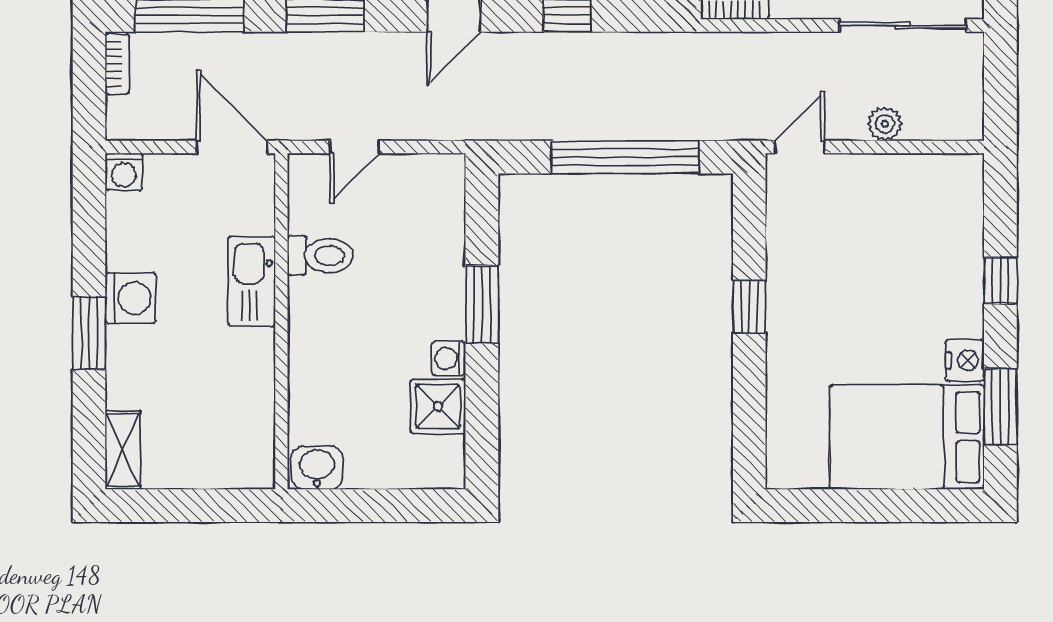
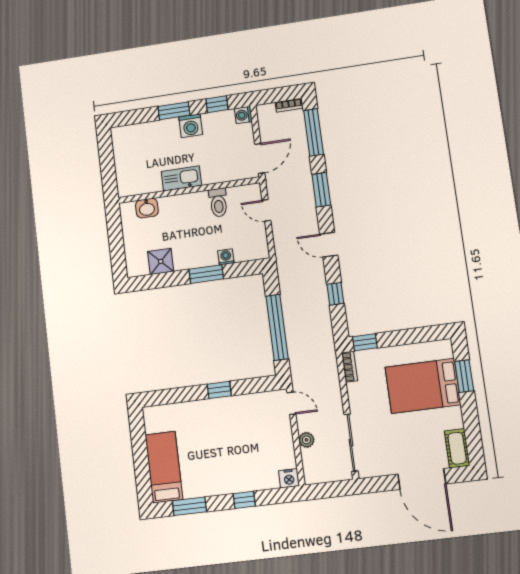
window: (89, 230) -> (217, 104), added
kitchen sink: (252, 281) -> (181, 178), moved
washing machine: (449, 358) -> (226, 257), moved
nightstand: (965, 360) -> (289, 478), moved
bed: (907, 437) -> (164, 467), width x0.67
shelving: (123, 450) -> (127, 132), removed
washbasin: (317, 468) -> (147, 208), moved, turned 90

